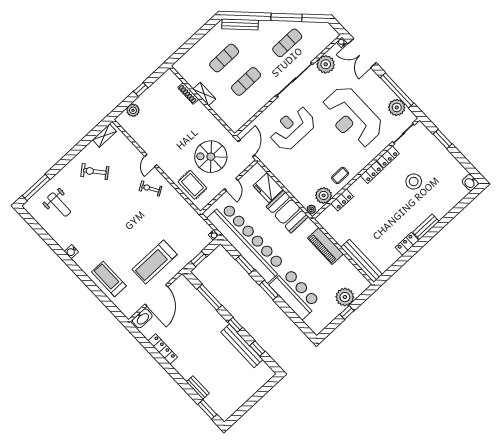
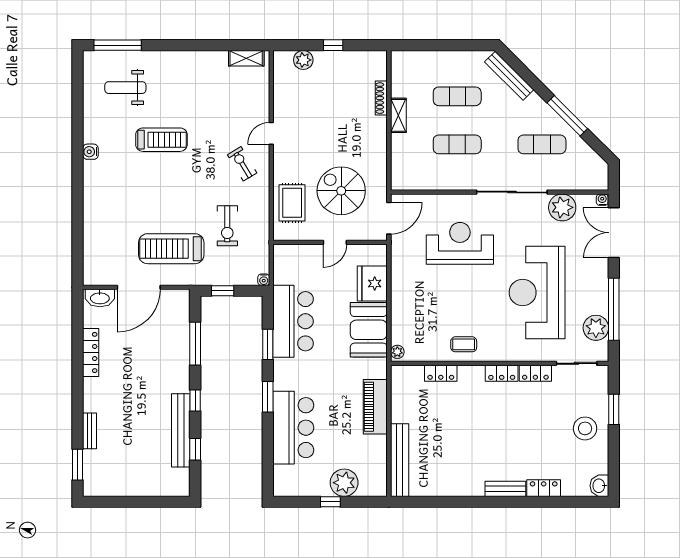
exercise bike: (95, 172) -> (227, 226), moved, turned -140
stool: (414, 181) -> (585, 428), moved
plant: (324, 195) -> (425, 349), removed
weight bench: (59, 205) -> (125, 88), turned 90
bar counter: (247, 242) -> (293, 321), width x0.54
locker: (407, 244) -> (544, 488), moved
treadmill: (109, 279) -> (161, 140), moved, turned 90

